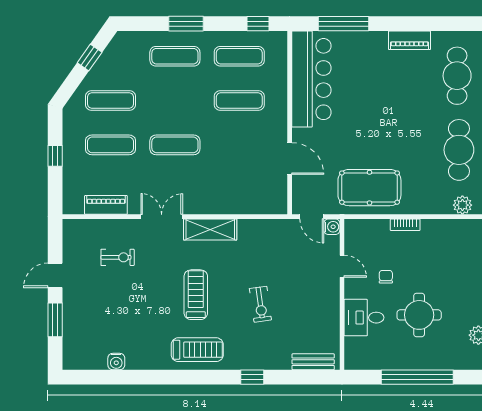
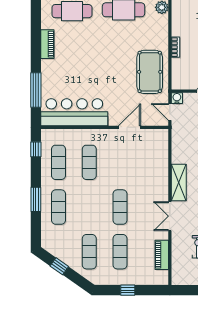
door: (312, 217) -> (170, 112), swing flipped

